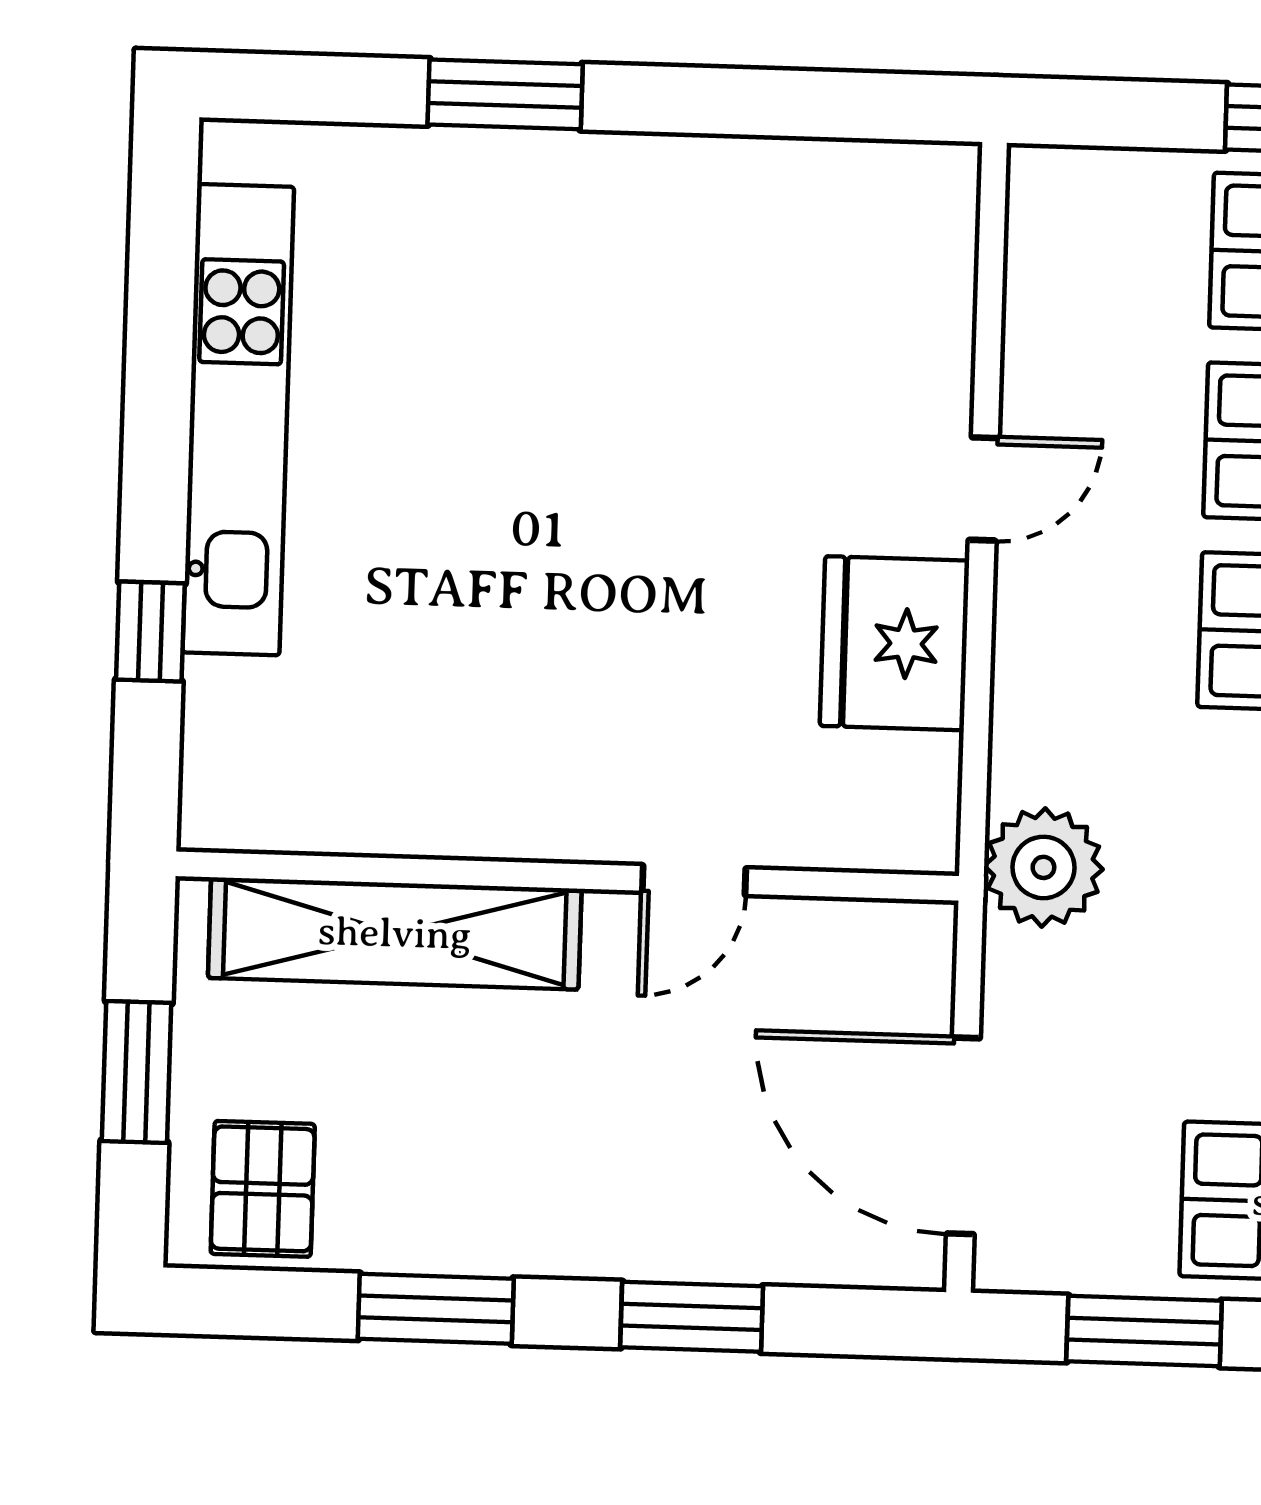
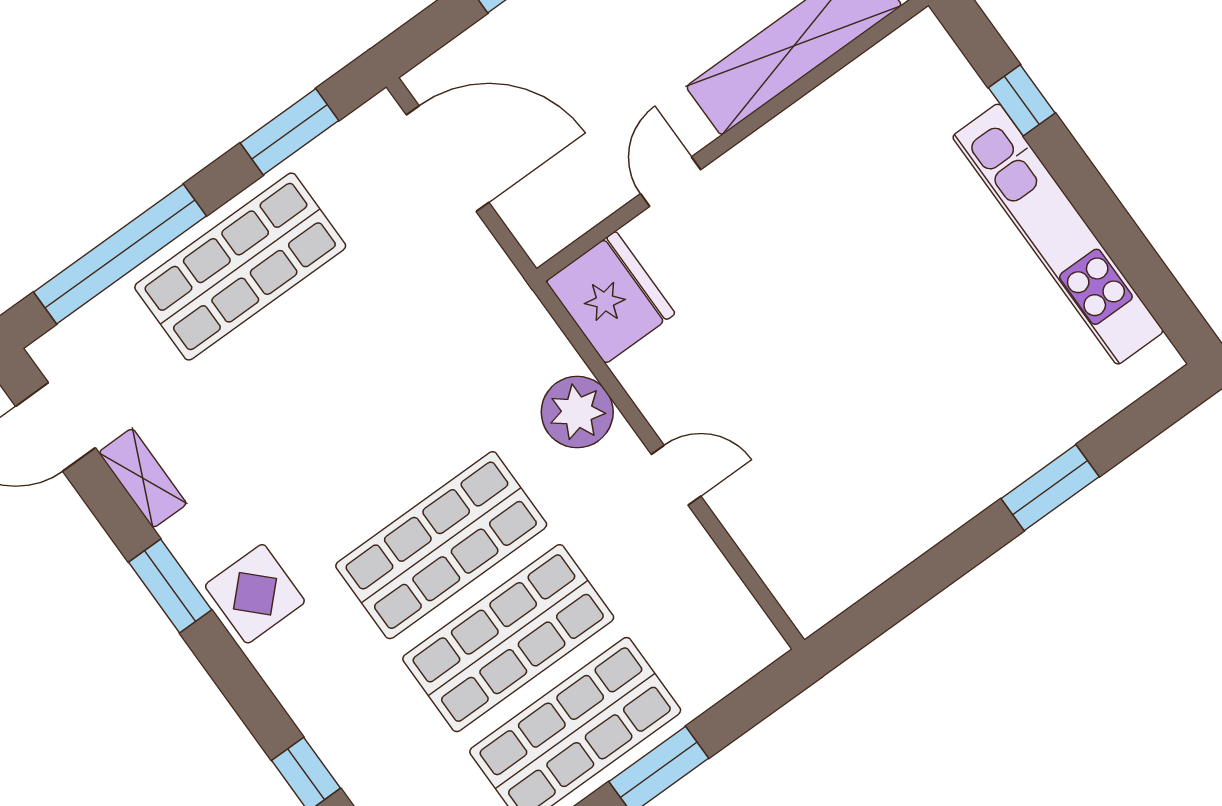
door: (984, 489) -> (676, 475), swing flipped
fridge: (895, 643) -> (610, 297), moved
plant: (1043, 867) -> (577, 412), moved

